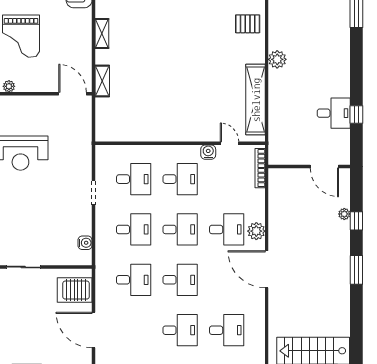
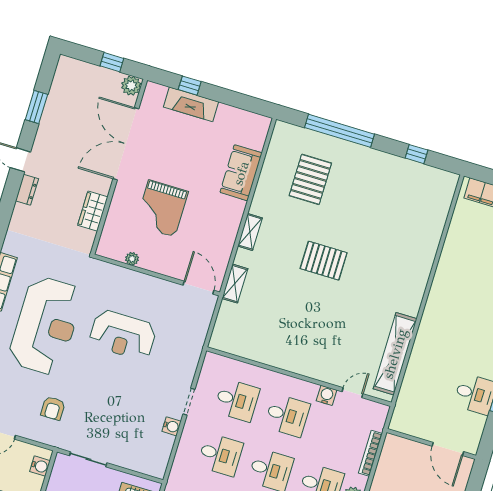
pallet: (248, 24) -> (324, 261), moved, width x1.50, depth x1.42
plant: (277, 59) -> (432, 317), removed
door: (229, 143) -> (353, 393), hinge flipped
bookcase: (260, 168) -> (370, 453), moved
water cooler: (85, 243) -> (172, 426), moved

